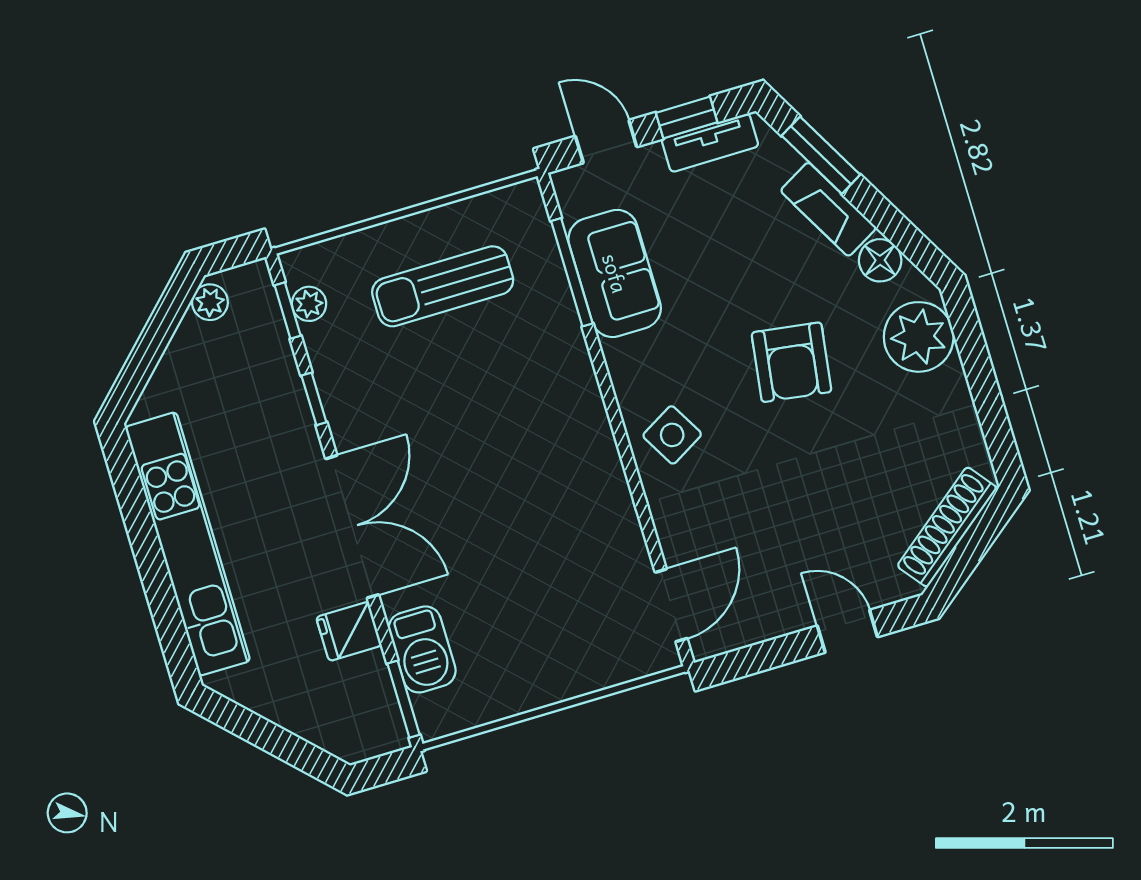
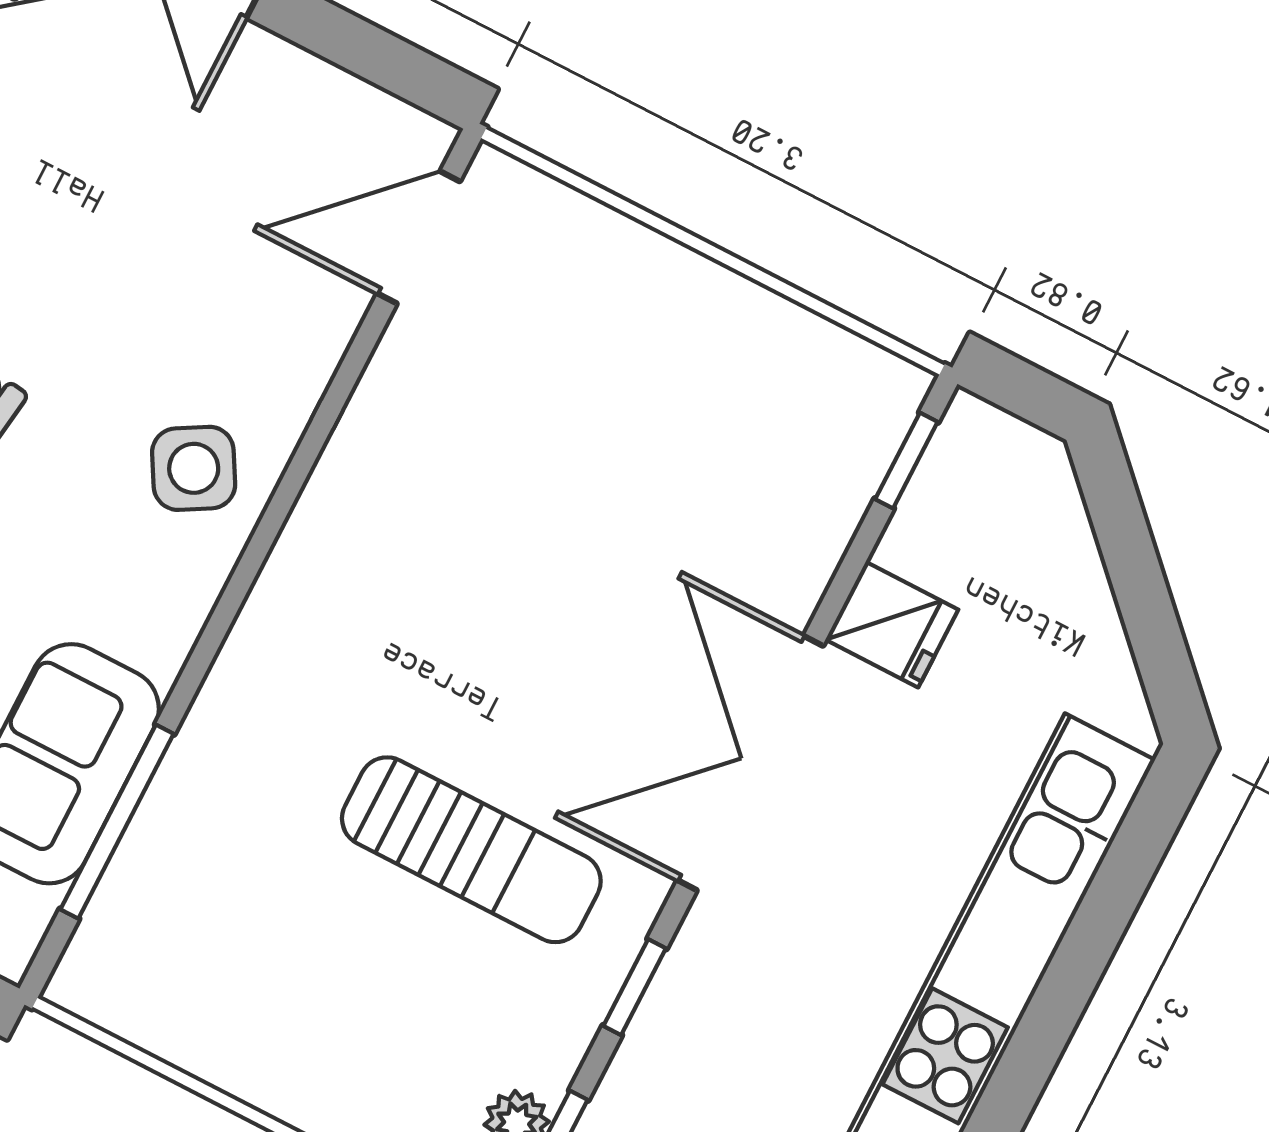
sun lounger: (443, 286) -> (471, 850), moved
barbecue: (422, 649) -> (816, 504), removed
window: (403, 699) -> (906, 460), width x0.67

